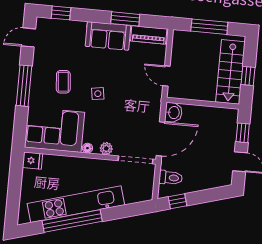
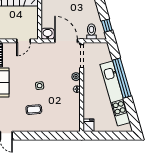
window: (24, 86) -> (39, 136), removed
corner sofa: (54, 130) -> (67, 113), removed
window: (72, 221) -> (122, 78), moved

